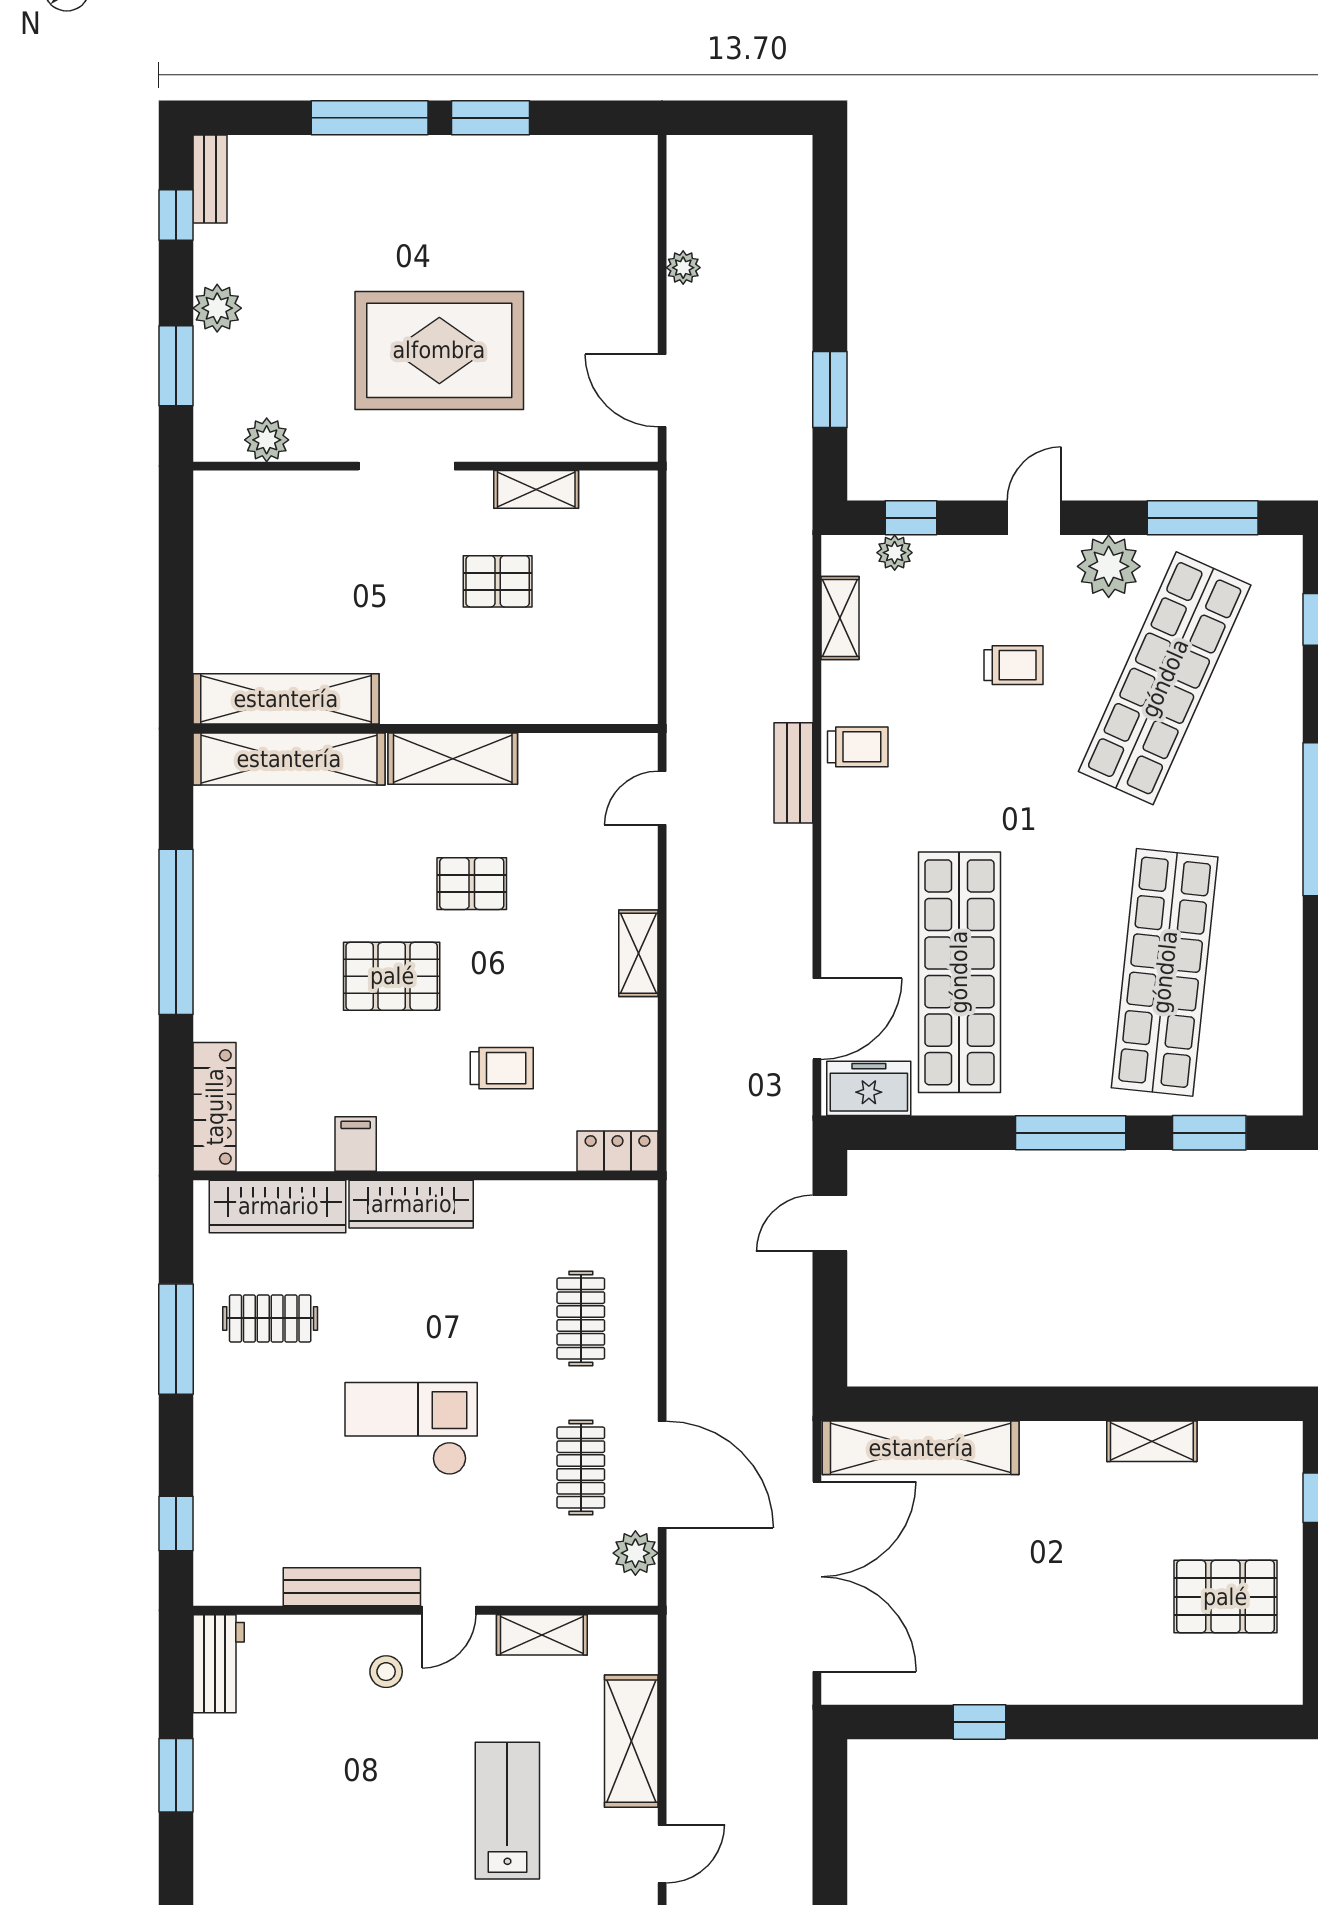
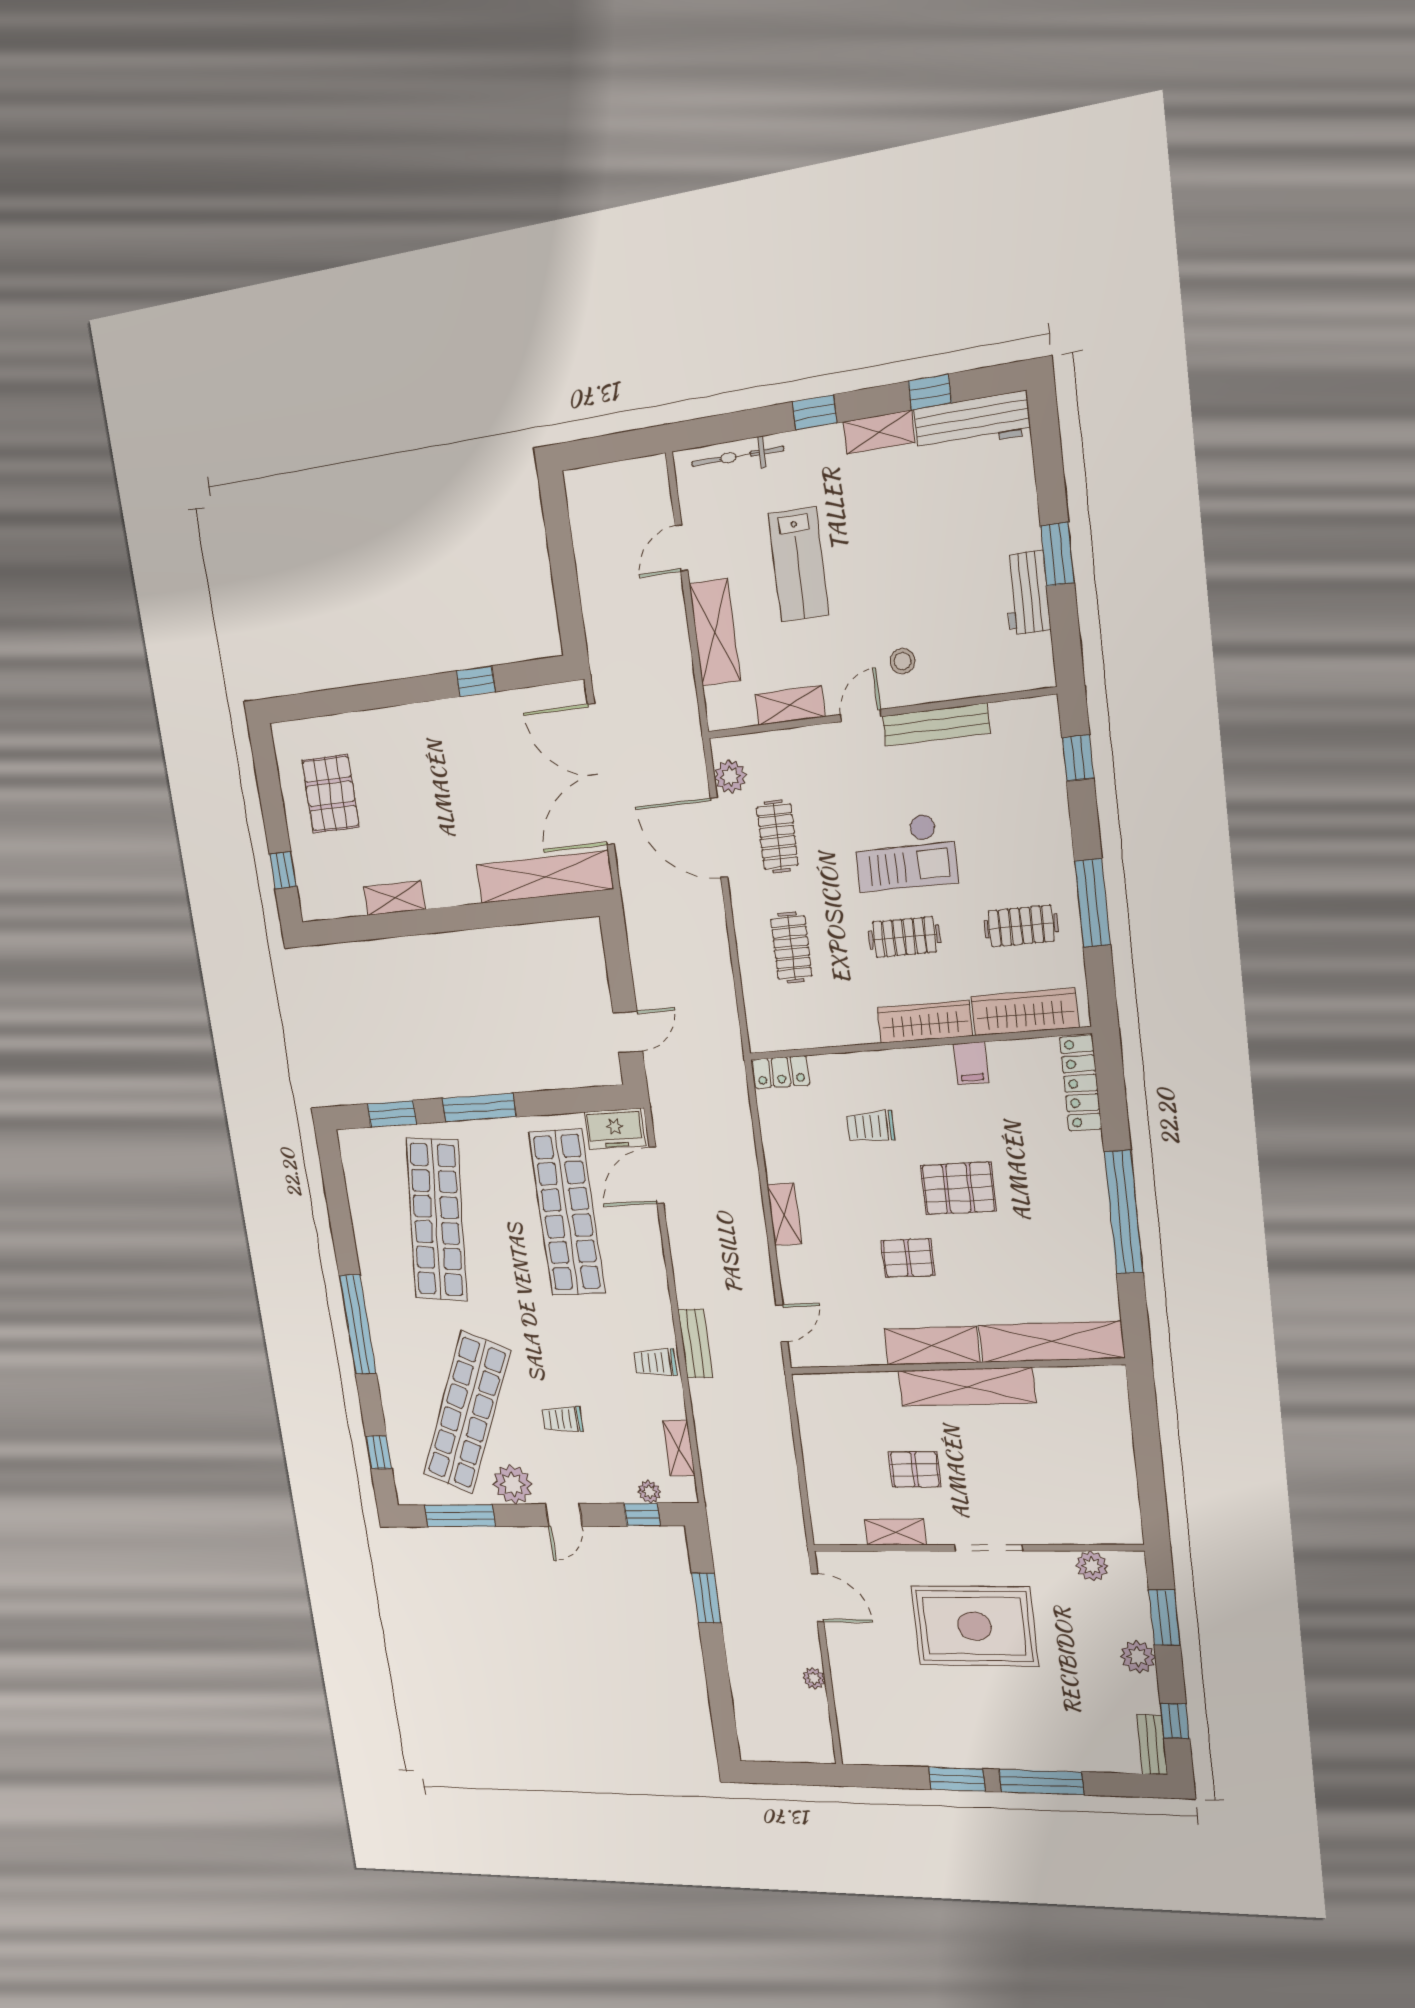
shelving: (286, 699) -> (967, 1387), moved
clothes rail: (426, 1318) -> (904, 937), added
pallet: (1225, 1597) -> (331, 794), turned 90
workbench: (219, 1664) -> (1027, 593), moved

